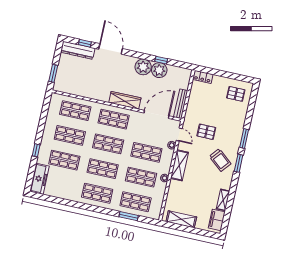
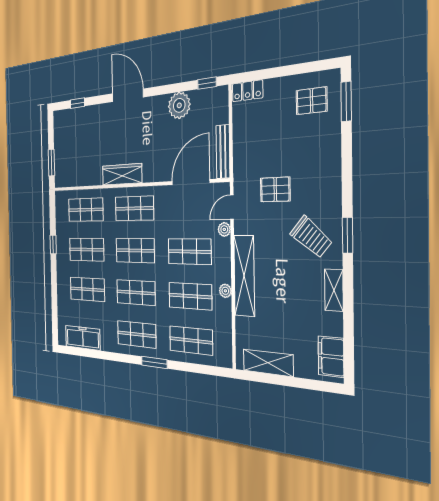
door: (111, 49) -> (128, 95), moved
dresser: (78, 50) -> (72, 117), removed
window: (161, 60) -> (207, 83), moved
plant: (143, 67) -> (156, 109), removed
wardrobe: (125, 100) -> (122, 174), moved
door: (179, 135) -> (232, 207), swing flipped
window: (244, 139) -> (346, 101), moved
window: (36, 150) -> (53, 244), moved
shelving: (179, 165) -> (244, 276), width x1.47
freezer: (39, 179) -> (83, 338), moved, turned -90
shelving: (223, 200) -> (334, 290), moved
window: (129, 216) -> (154, 362), moved

